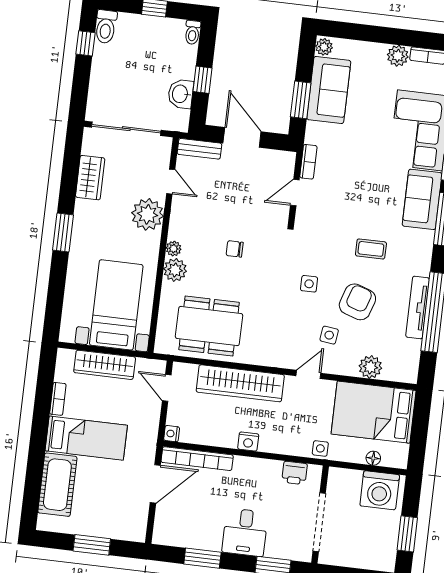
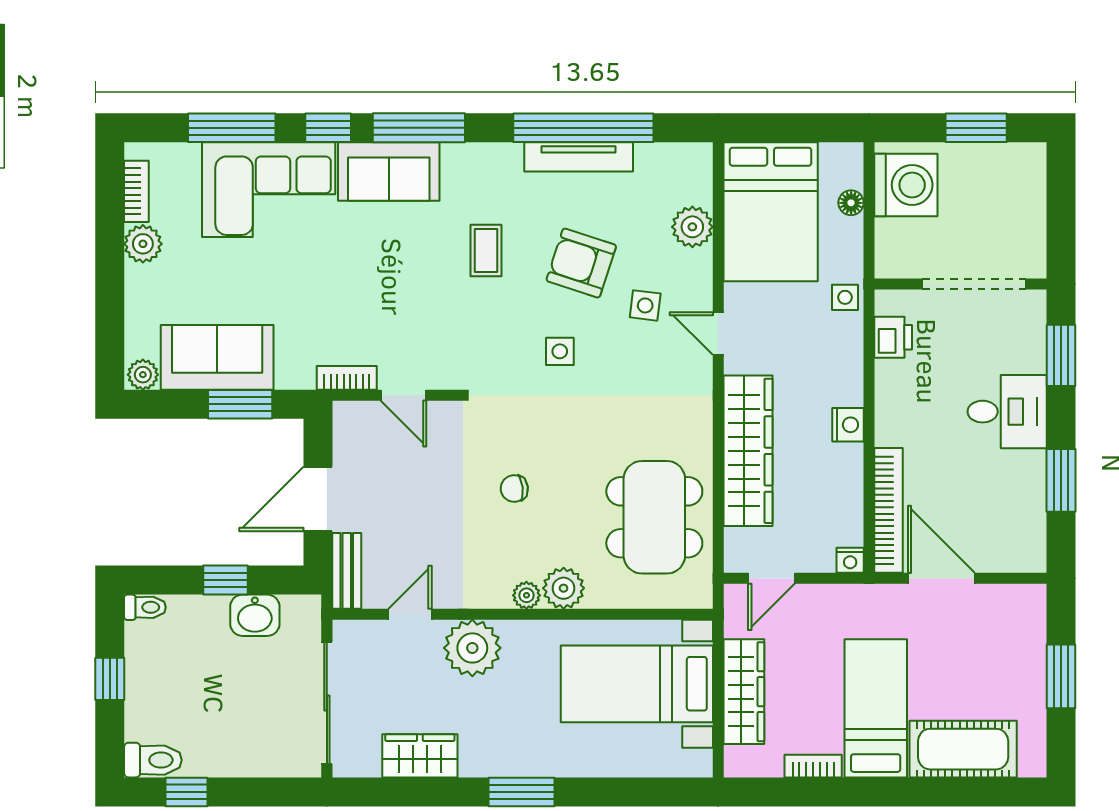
chair: (235, 249) -> (514, 489), turned 83

